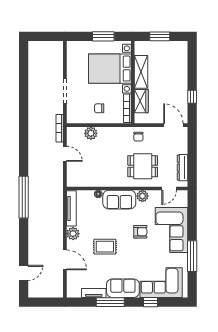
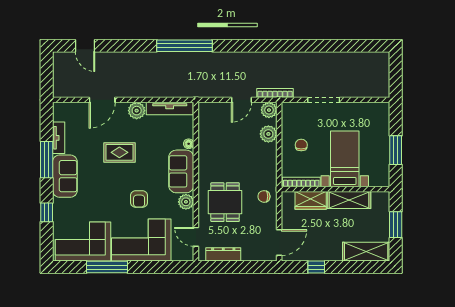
shelving: (180, 59) -> (366, 252), added
bed with nightstands: (110, 69) -> (345, 159), width x0.73
plant: (73, 133) -> (269, 110), added
rug: (105, 247) -> (119, 152), turned 90
corner sofa: (161, 283) -> (83, 241), moved, turned -90

